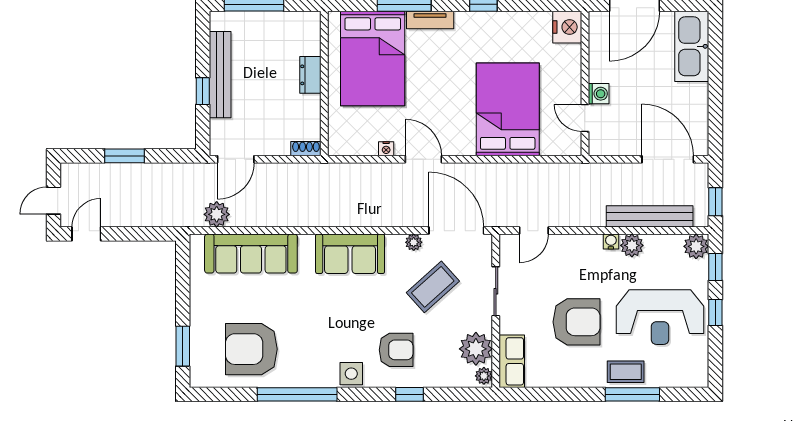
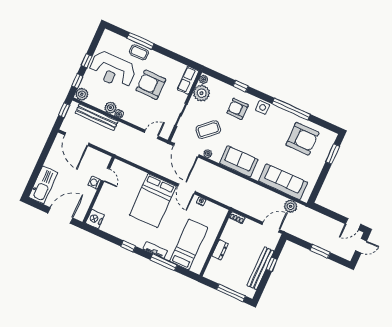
bed: (373, 58) -> (189, 244), width x0.67
bed: (508, 109) -> (153, 201), moved
reception desk: (660, 317) -> (112, 70), turned 180

